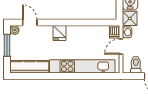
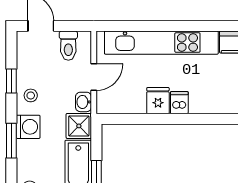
dishwasher: (115, 32) -> (179, 103), moved
fridge: (60, 33) -> (158, 101), moved

